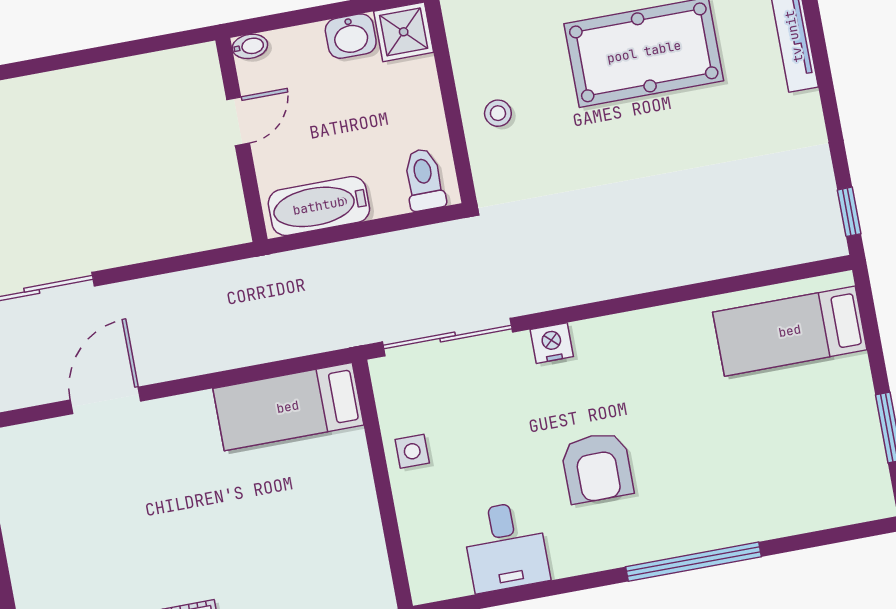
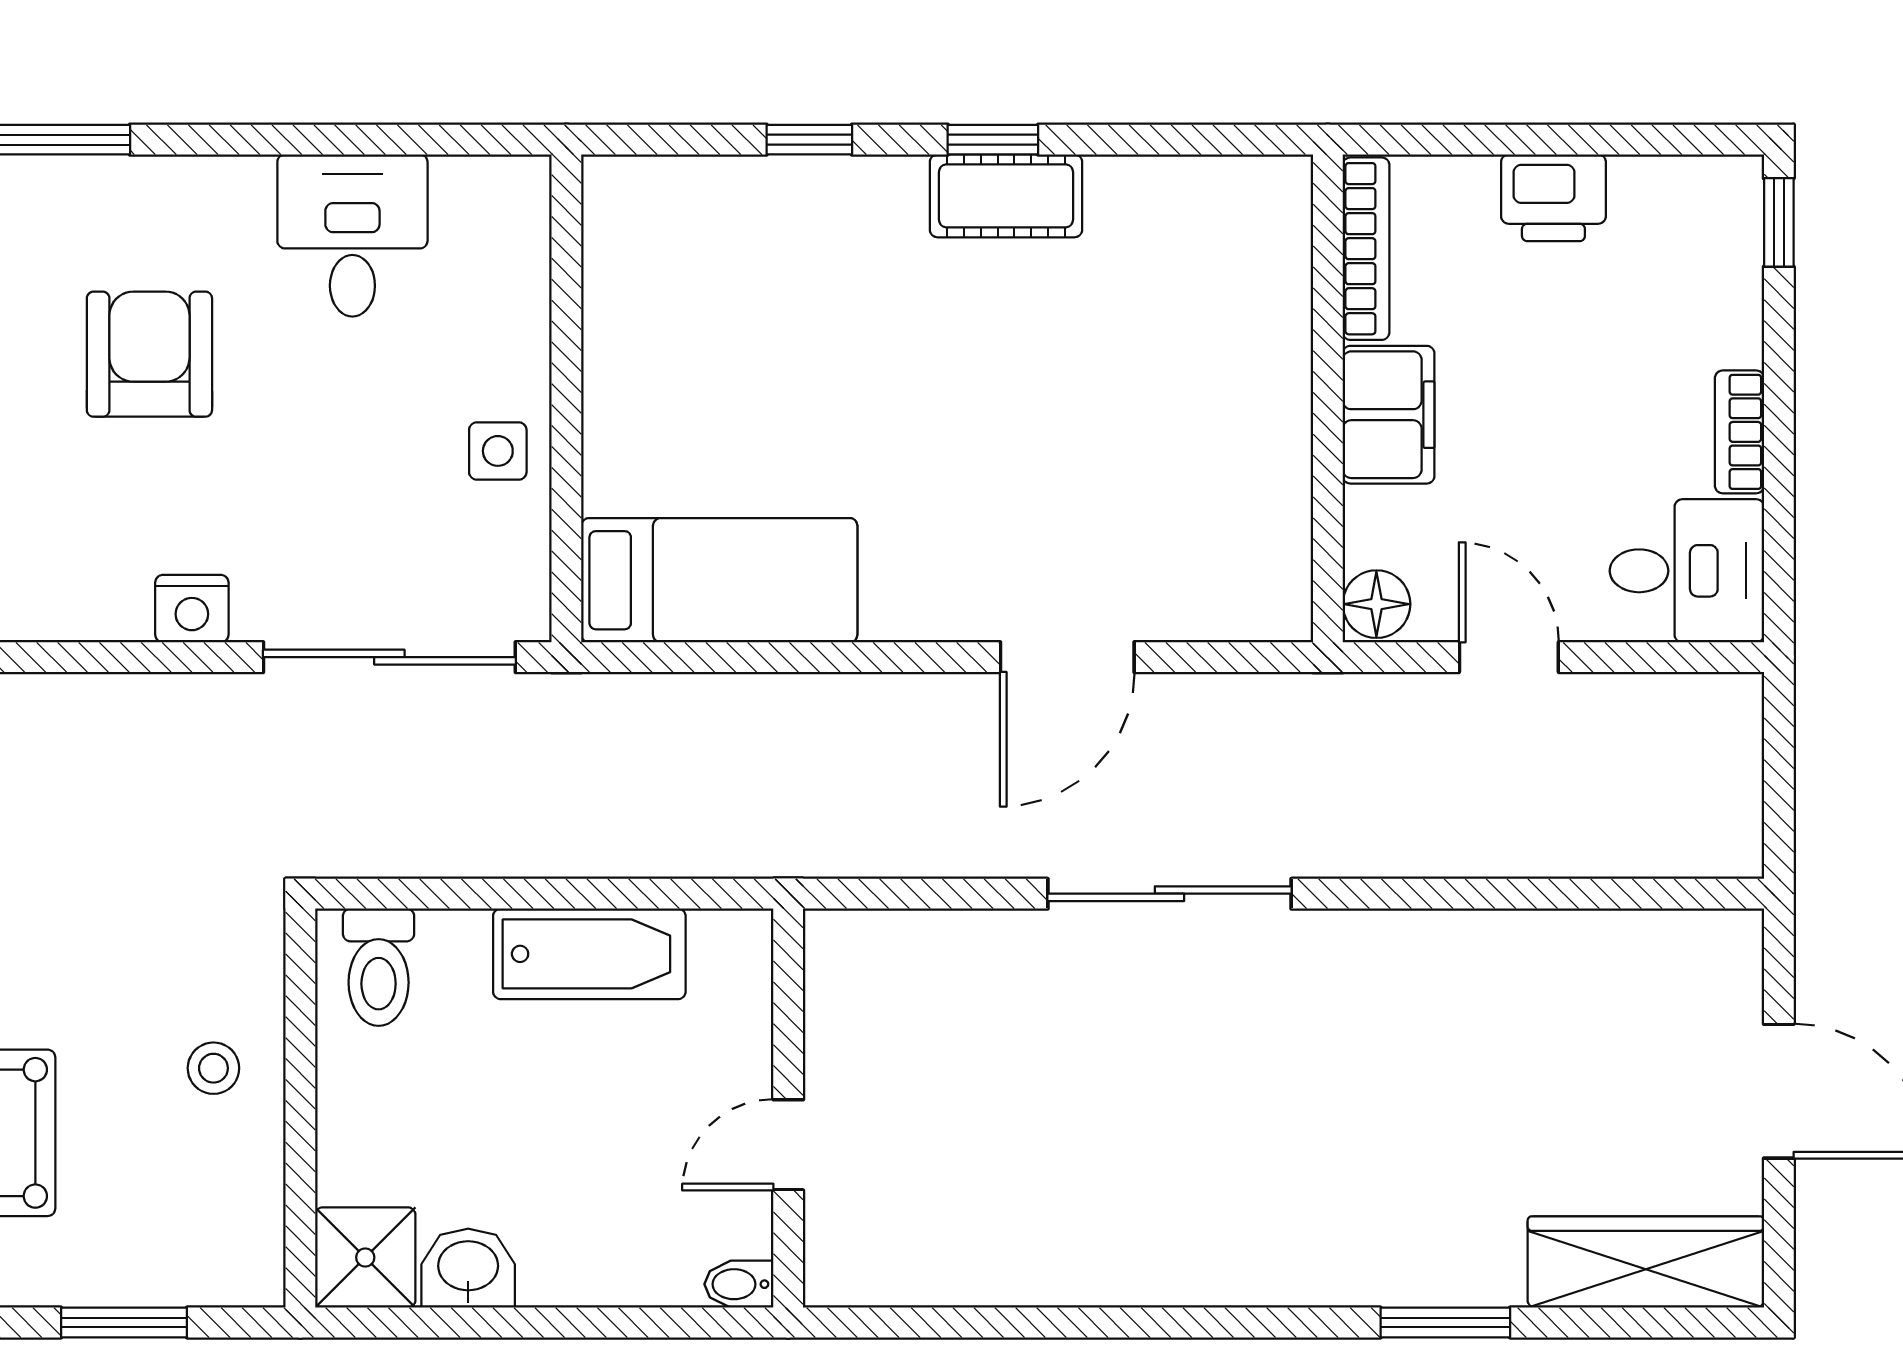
bidet: (250, 46) -> (739, 1284), moved
door: (238, 121) -> (788, 1145), moved
wall: (241, 140) -> (788, 1108), moved

